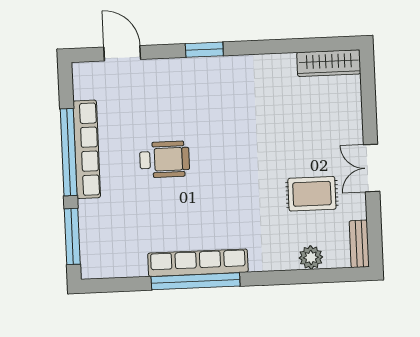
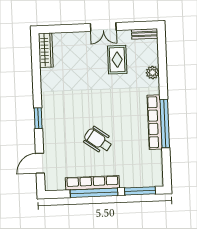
wheelchair: (165, 159) -> (98, 140), turned -54
plant: (311, 257) -> (153, 72), moved

